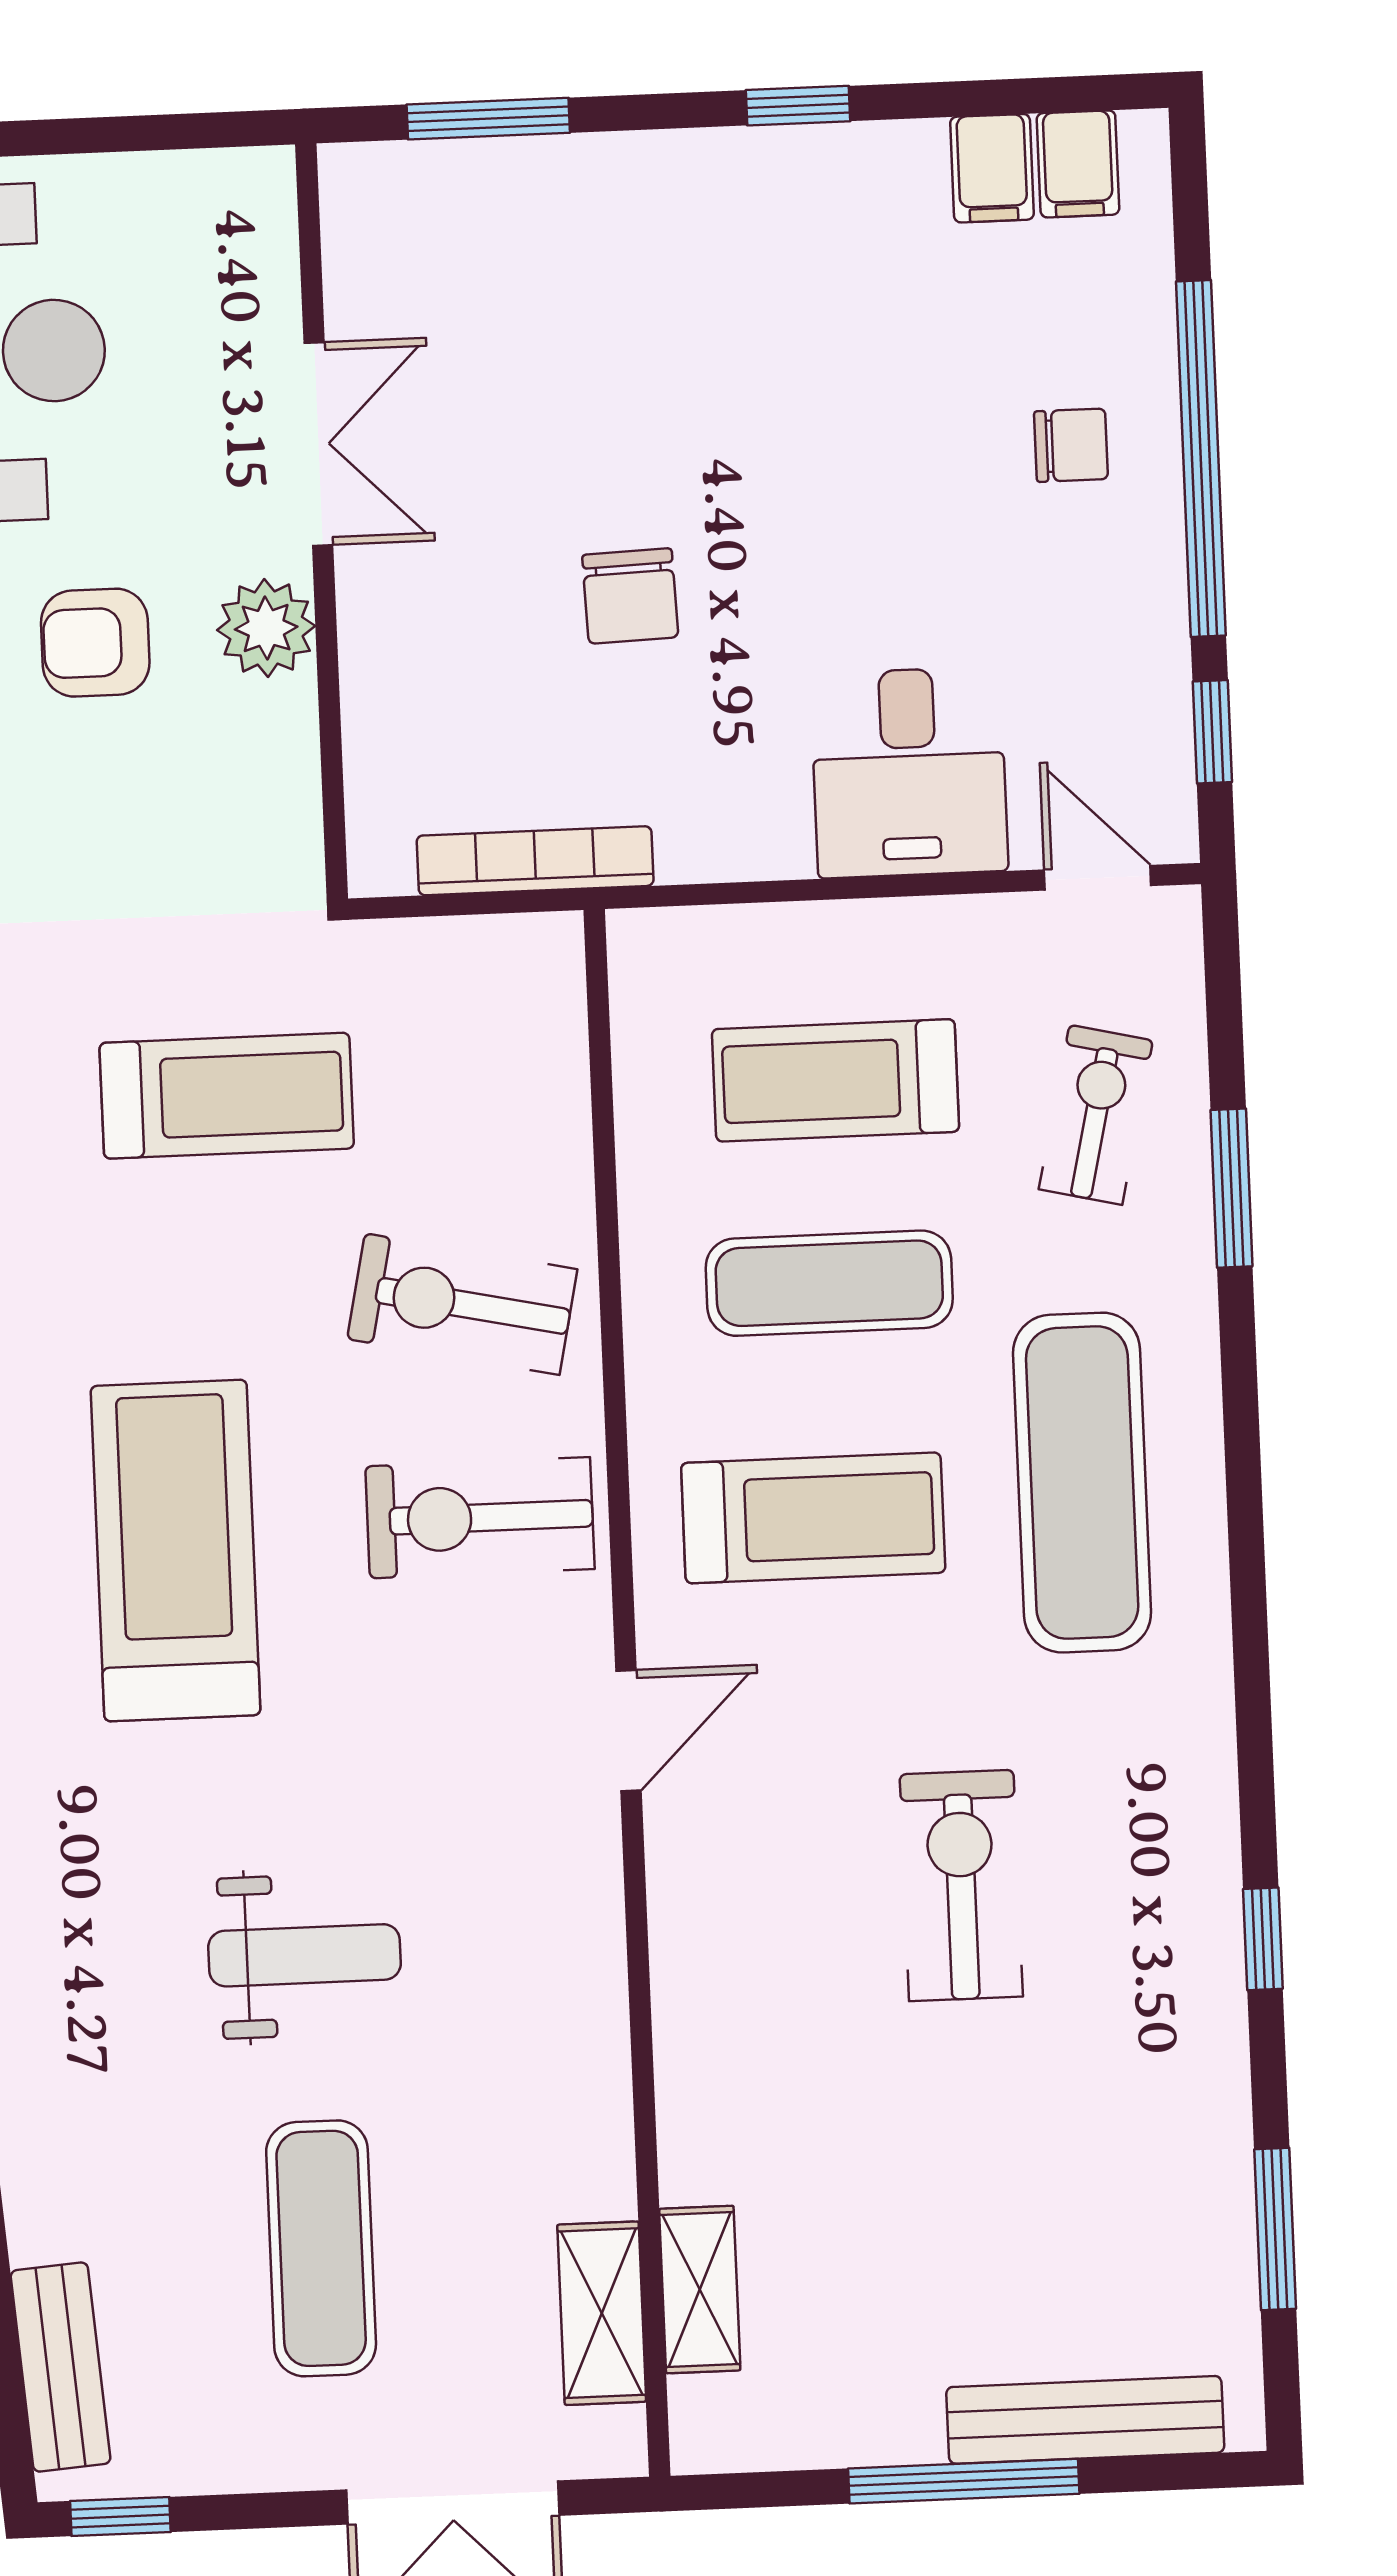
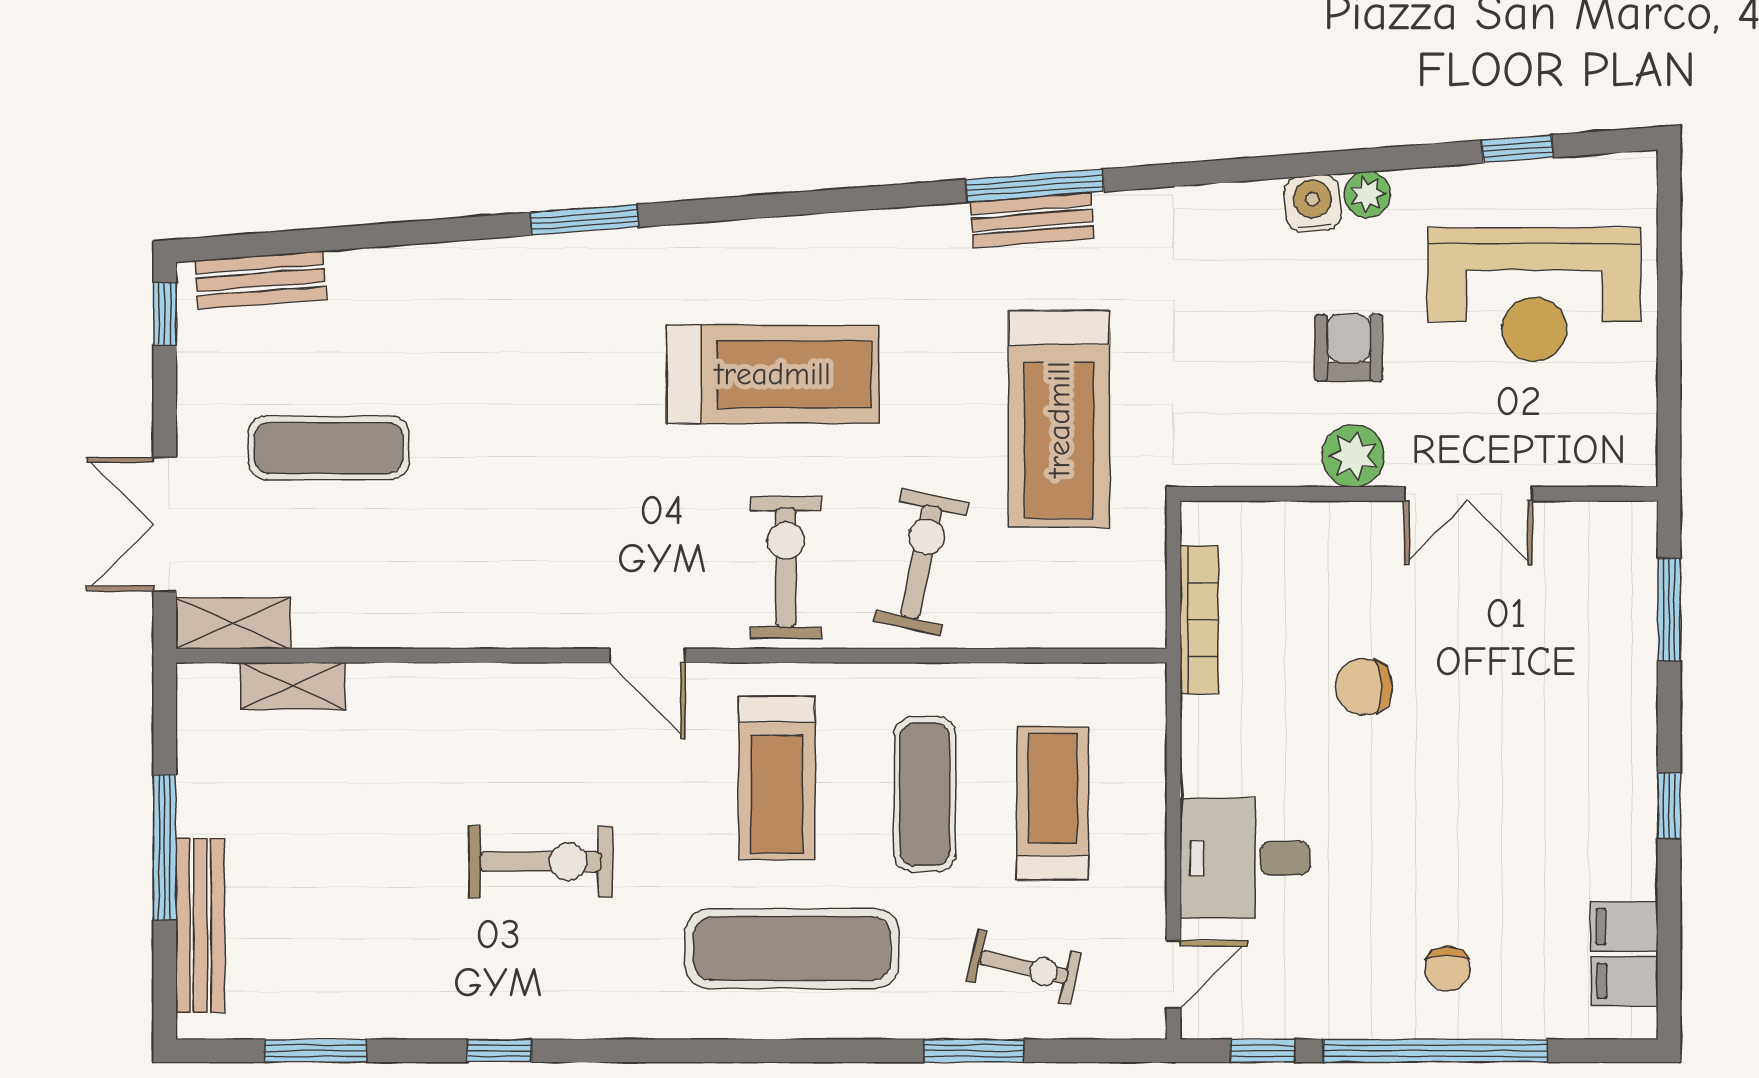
treadmill: (227, 1096) -> (1059, 419), width x1.37, depth x1.38
weight bench: (305, 1955) -> (514, 445), removed
shelving: (602, 2313) -> (233, 623), moved

